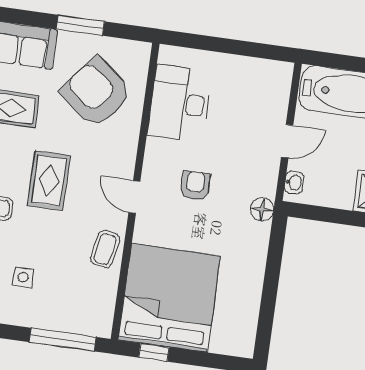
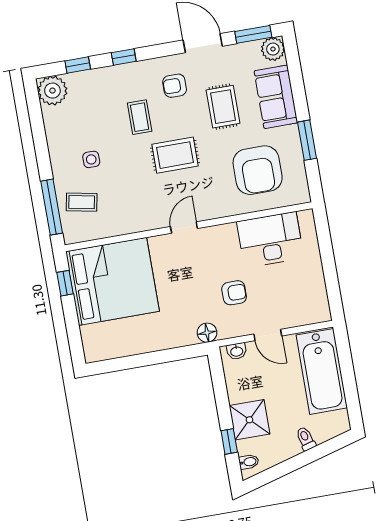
armchair: (96, 92) -> (258, 170), turned 141
armchair: (195, 186) -> (234, 293), moved
coffee table: (105, 249) -> (82, 202), moved

